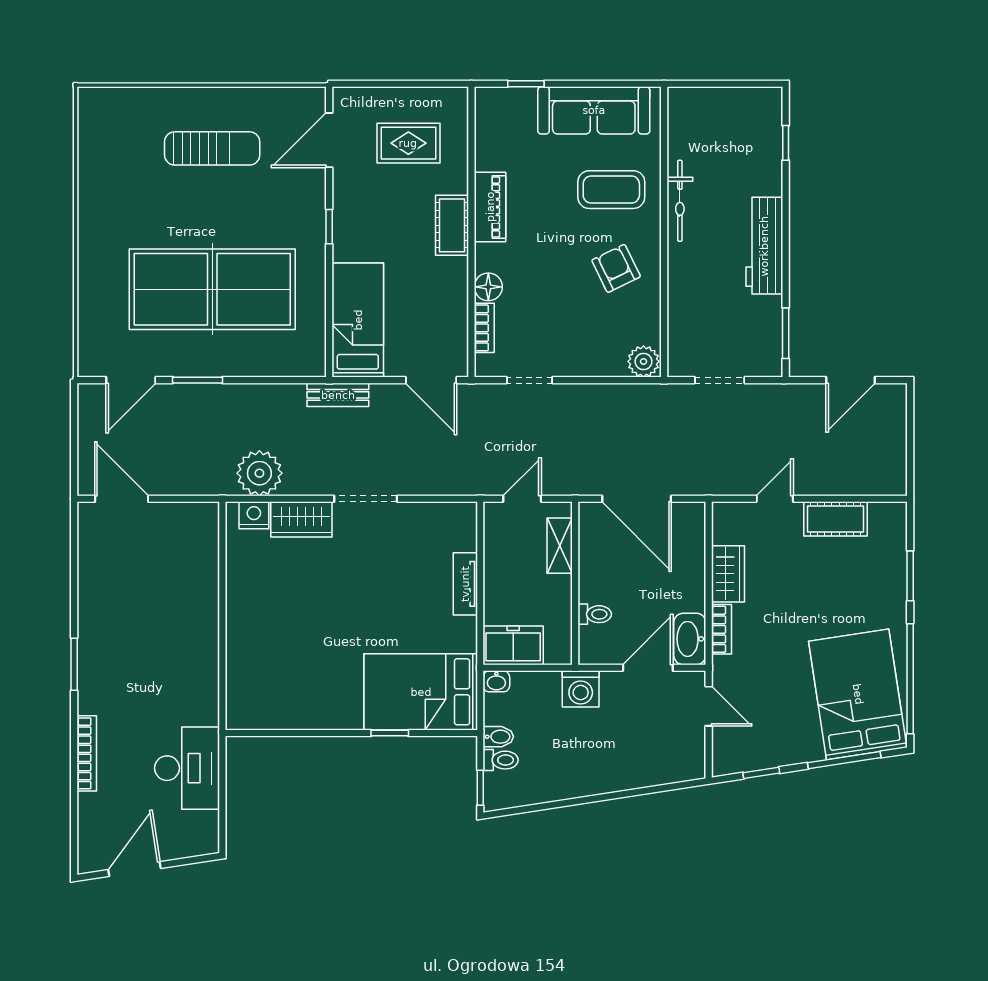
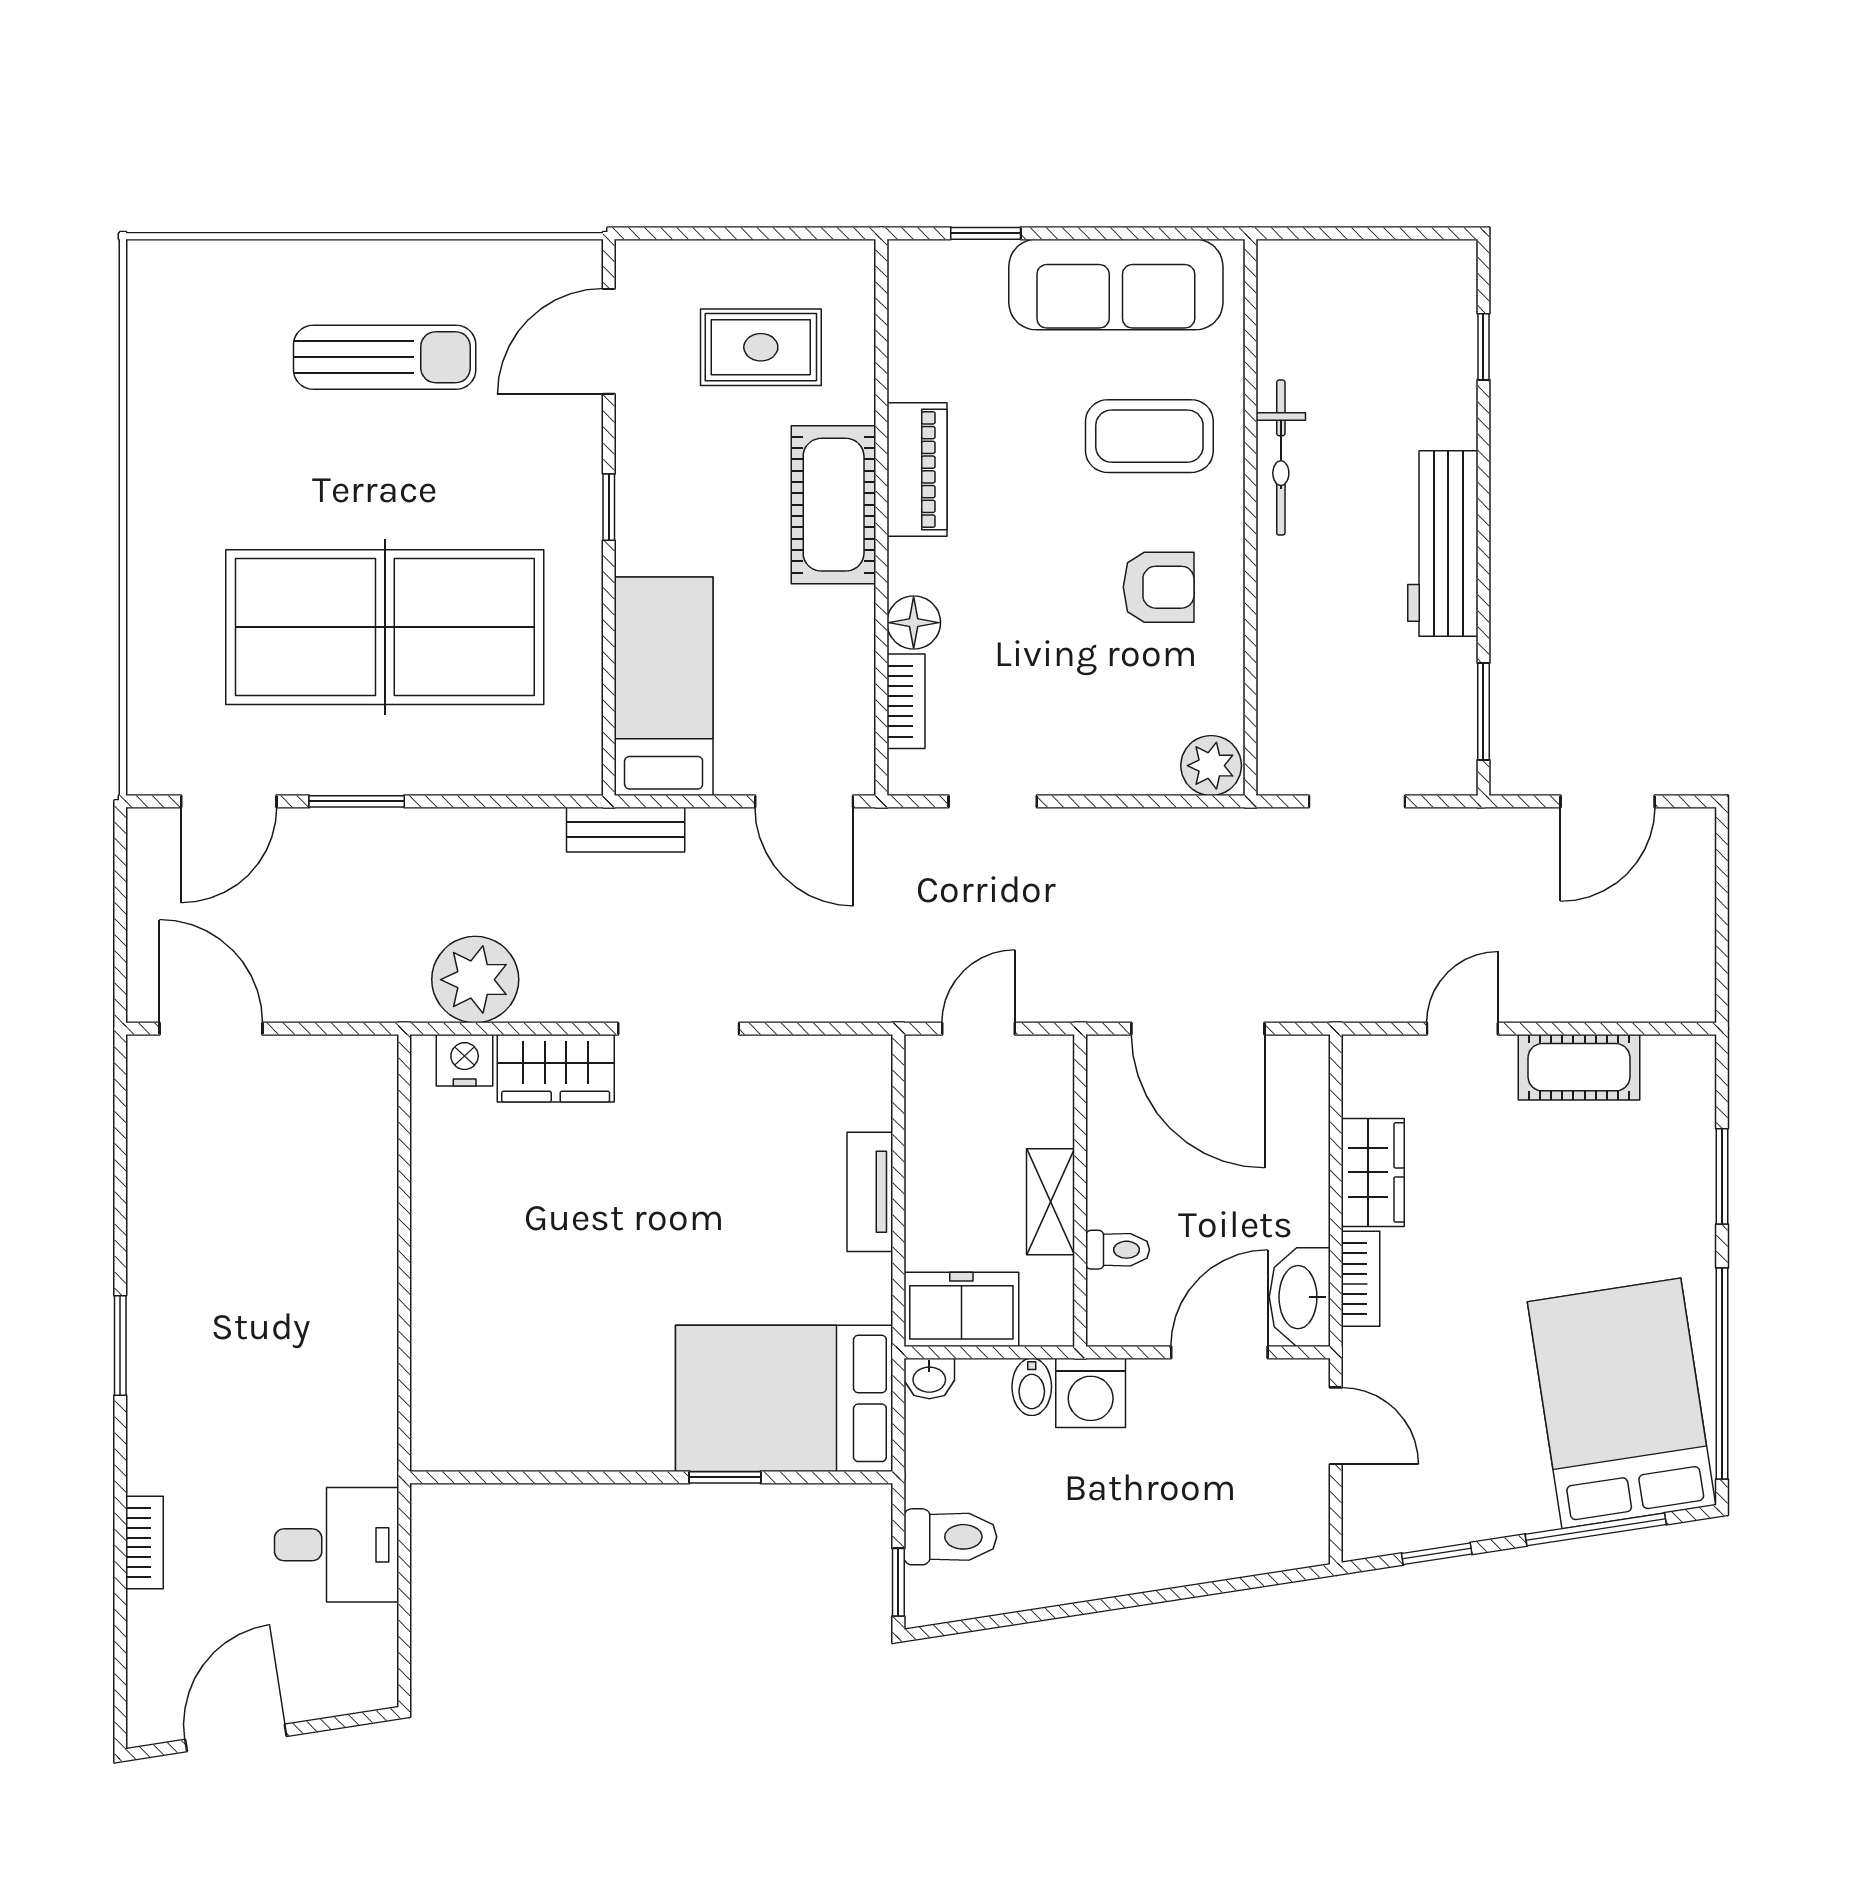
cot: (452, 225) -> (834, 505), width x1.37, depth x1.34
armchair: (616, 268) -> (1159, 587), turned 116
shelving: (560, 546) -> (1051, 1202), moved
bidet: (498, 737) -> (1032, 1387), moved, turned 90
bookcase: (87, 753) -> (144, 1542), width x0.64
toilet: (501, 760) -> (950, 1537), width x1.37, depth x1.39
desk: (187, 768) -> (337, 1545), width x0.73

